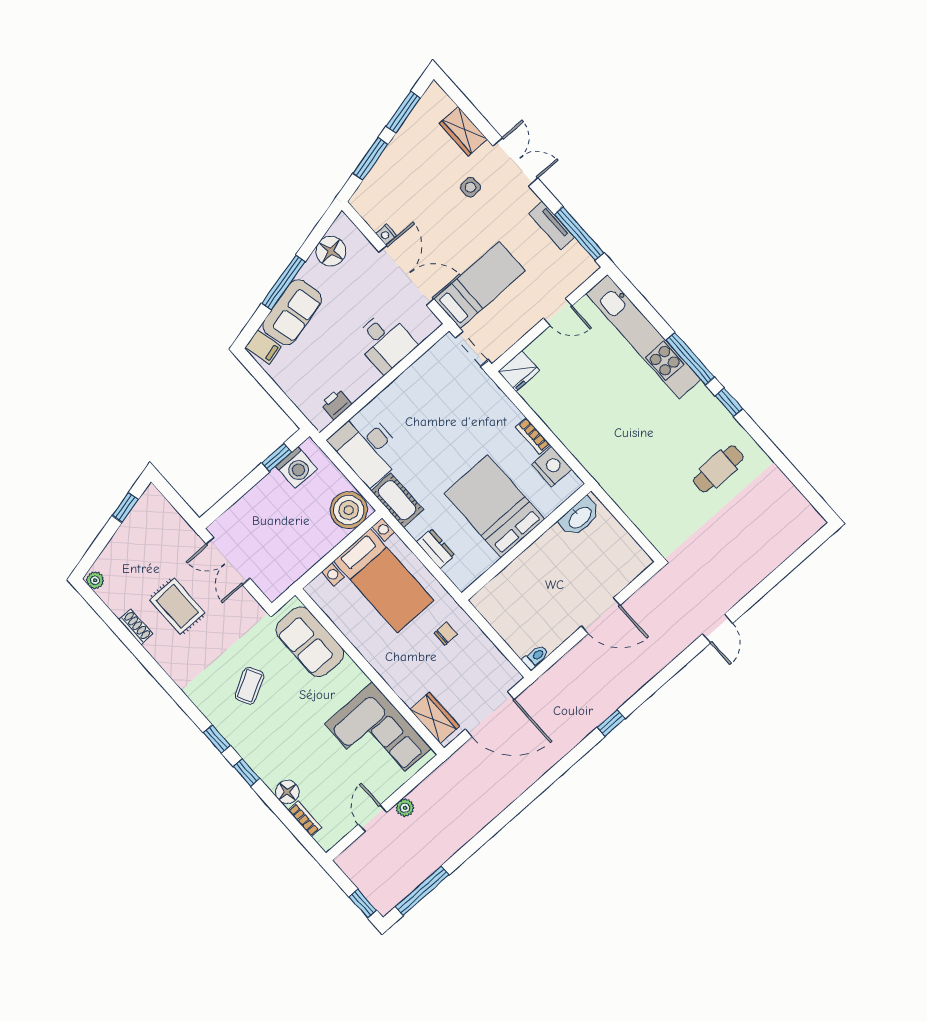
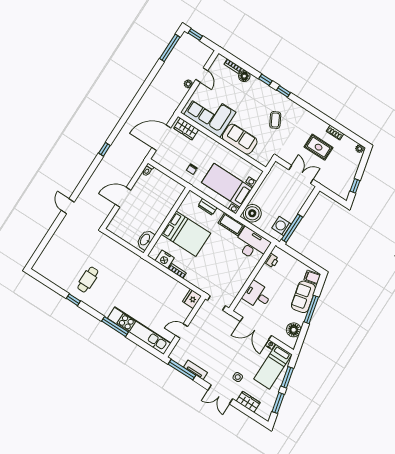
bed: (480, 285) -> (273, 367), moved
window: (729, 402) -> (73, 300), moved
window: (277, 458) -> (292, 228), width x2.17
sofa: (310, 642) -> (240, 139), moved

